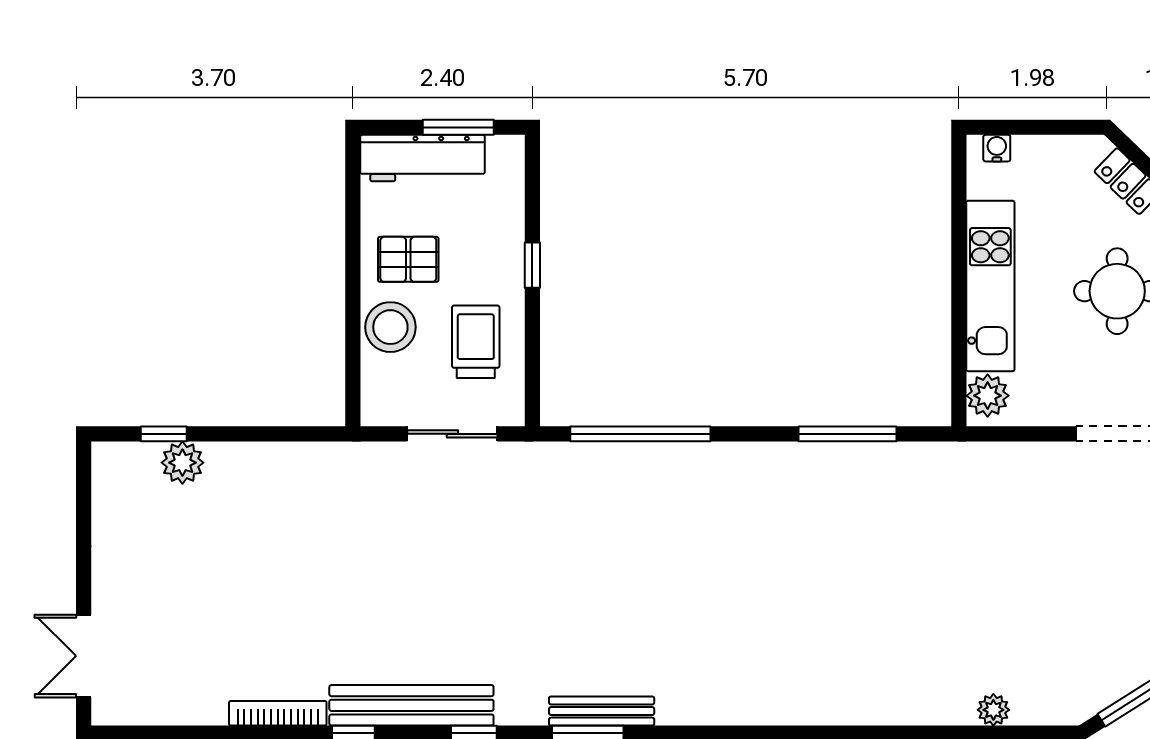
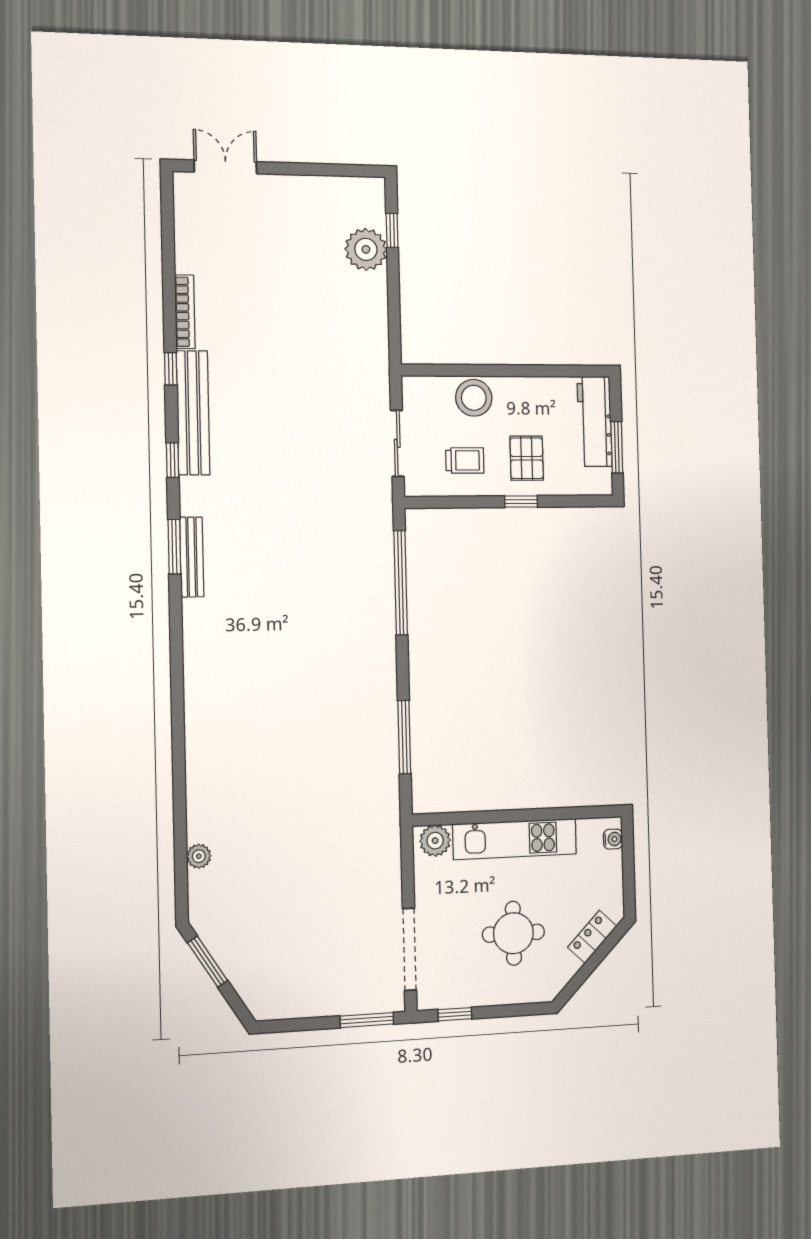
pallet: (408, 259) -> (527, 458), moved
trolley: (476, 342) -> (465, 460), width x0.73, depth x0.72
plant: (182, 463) -> (366, 249), width x1.36, depth x1.36

